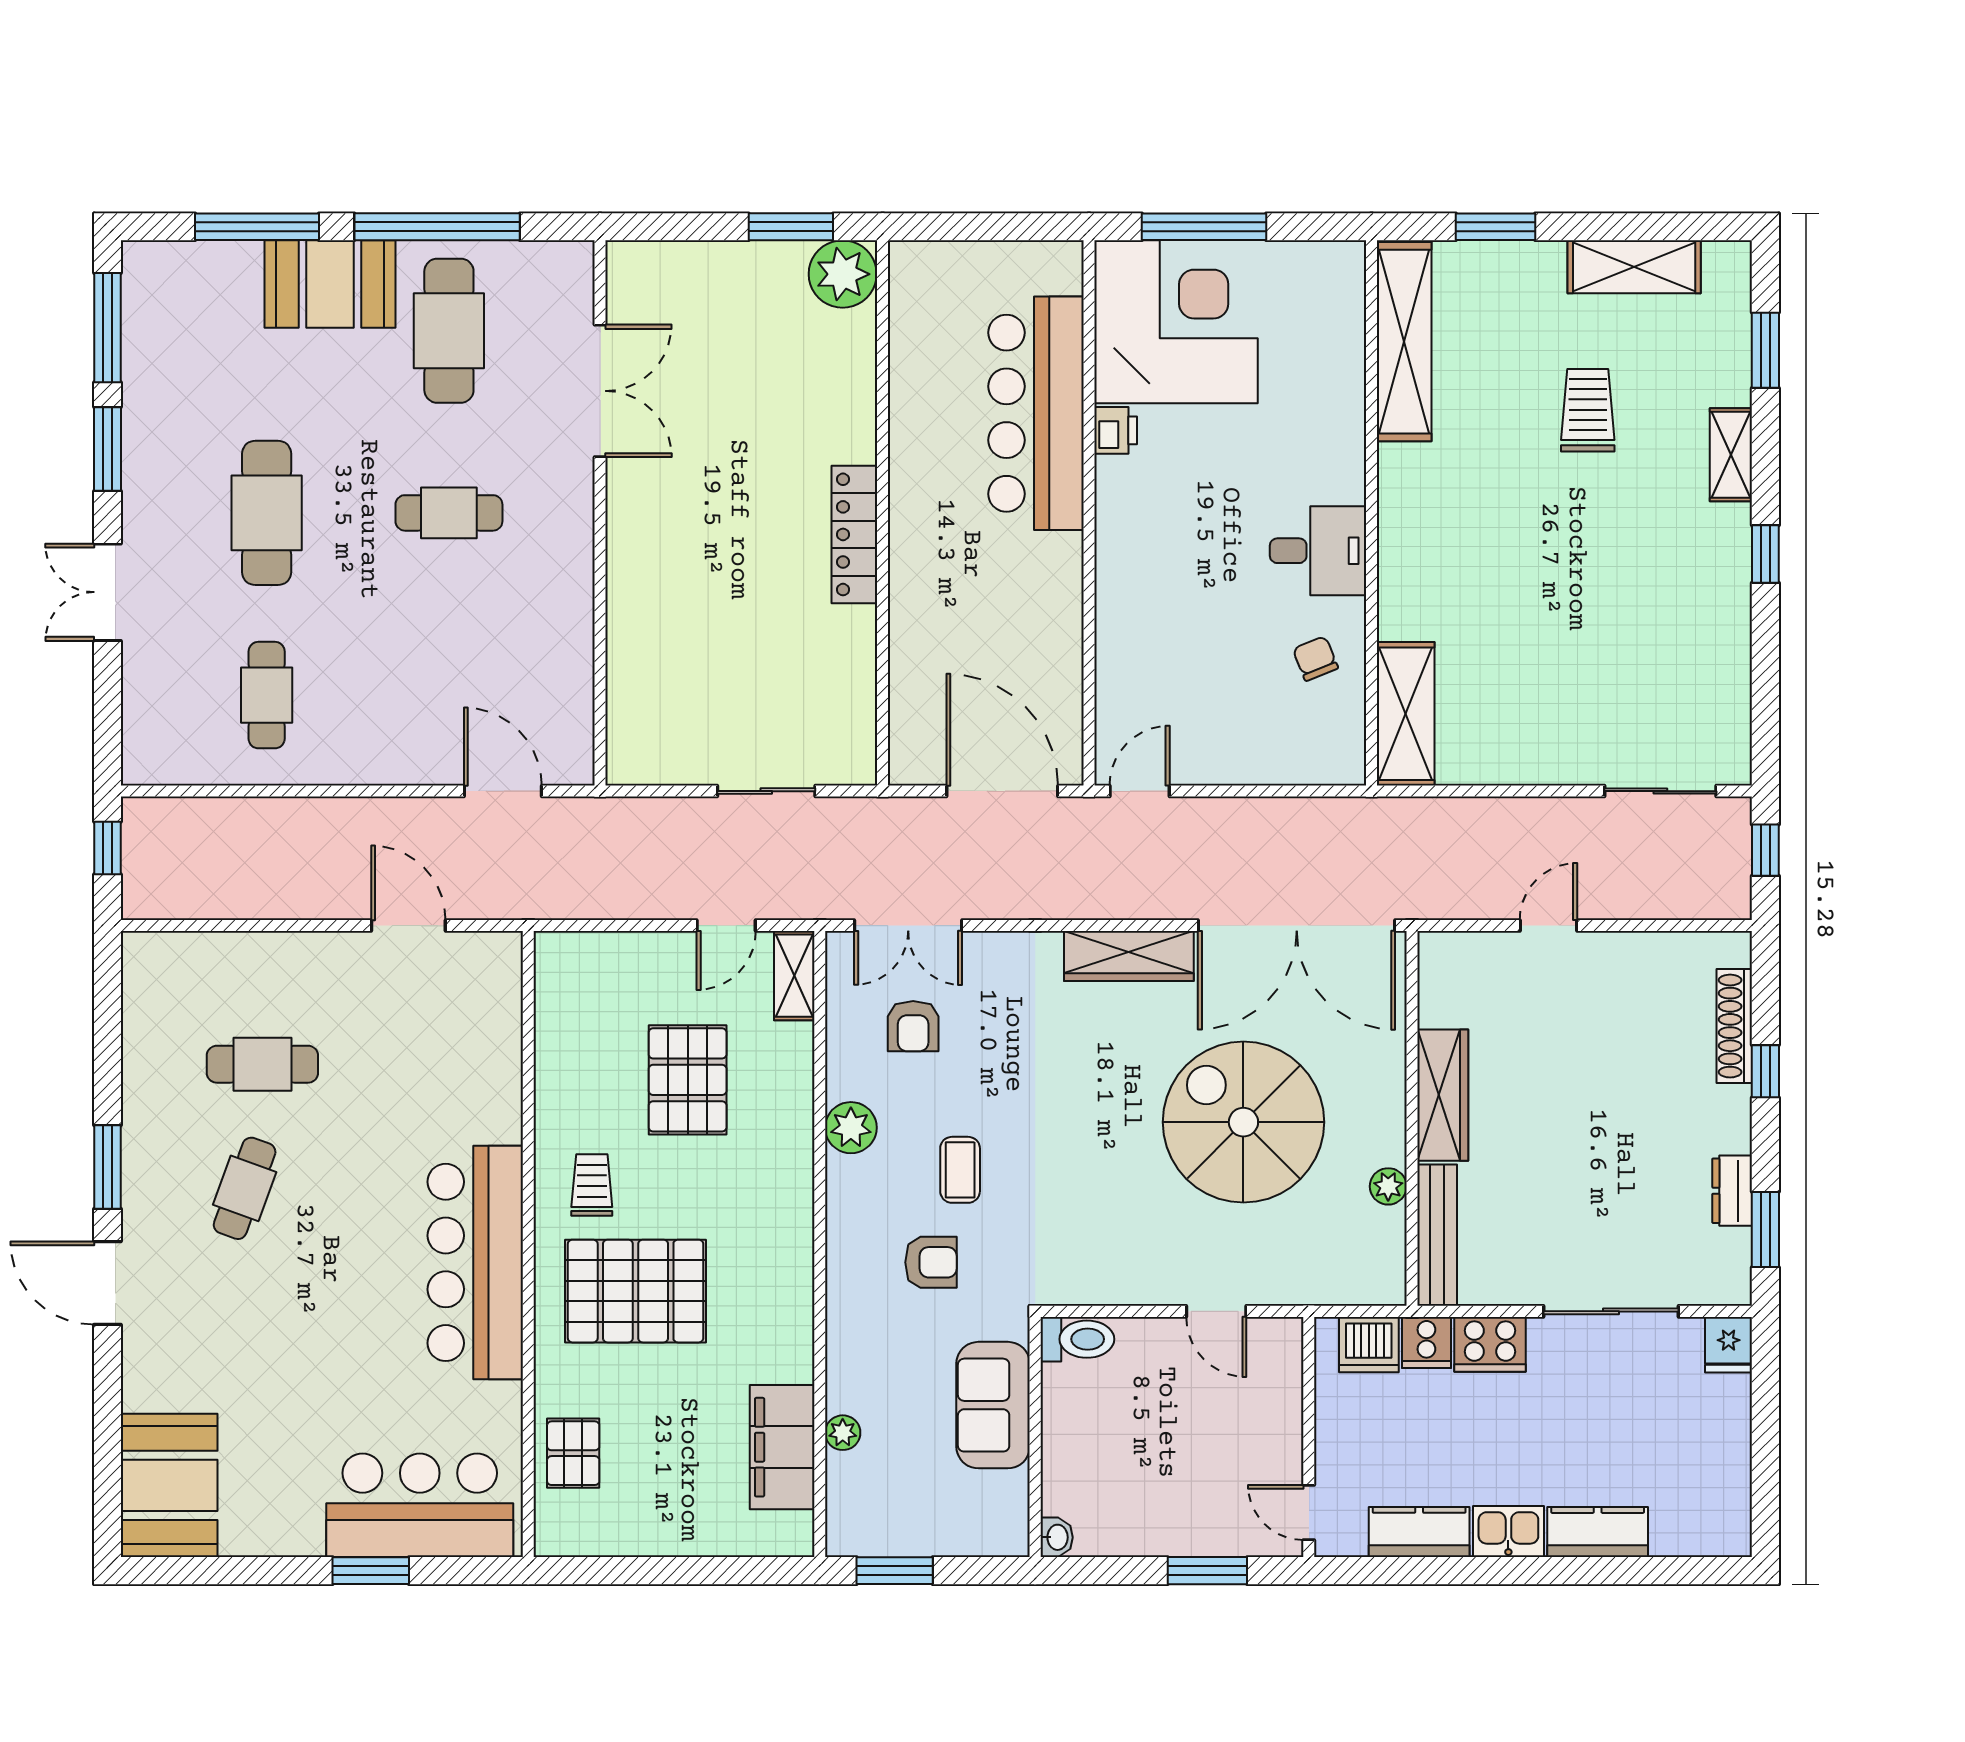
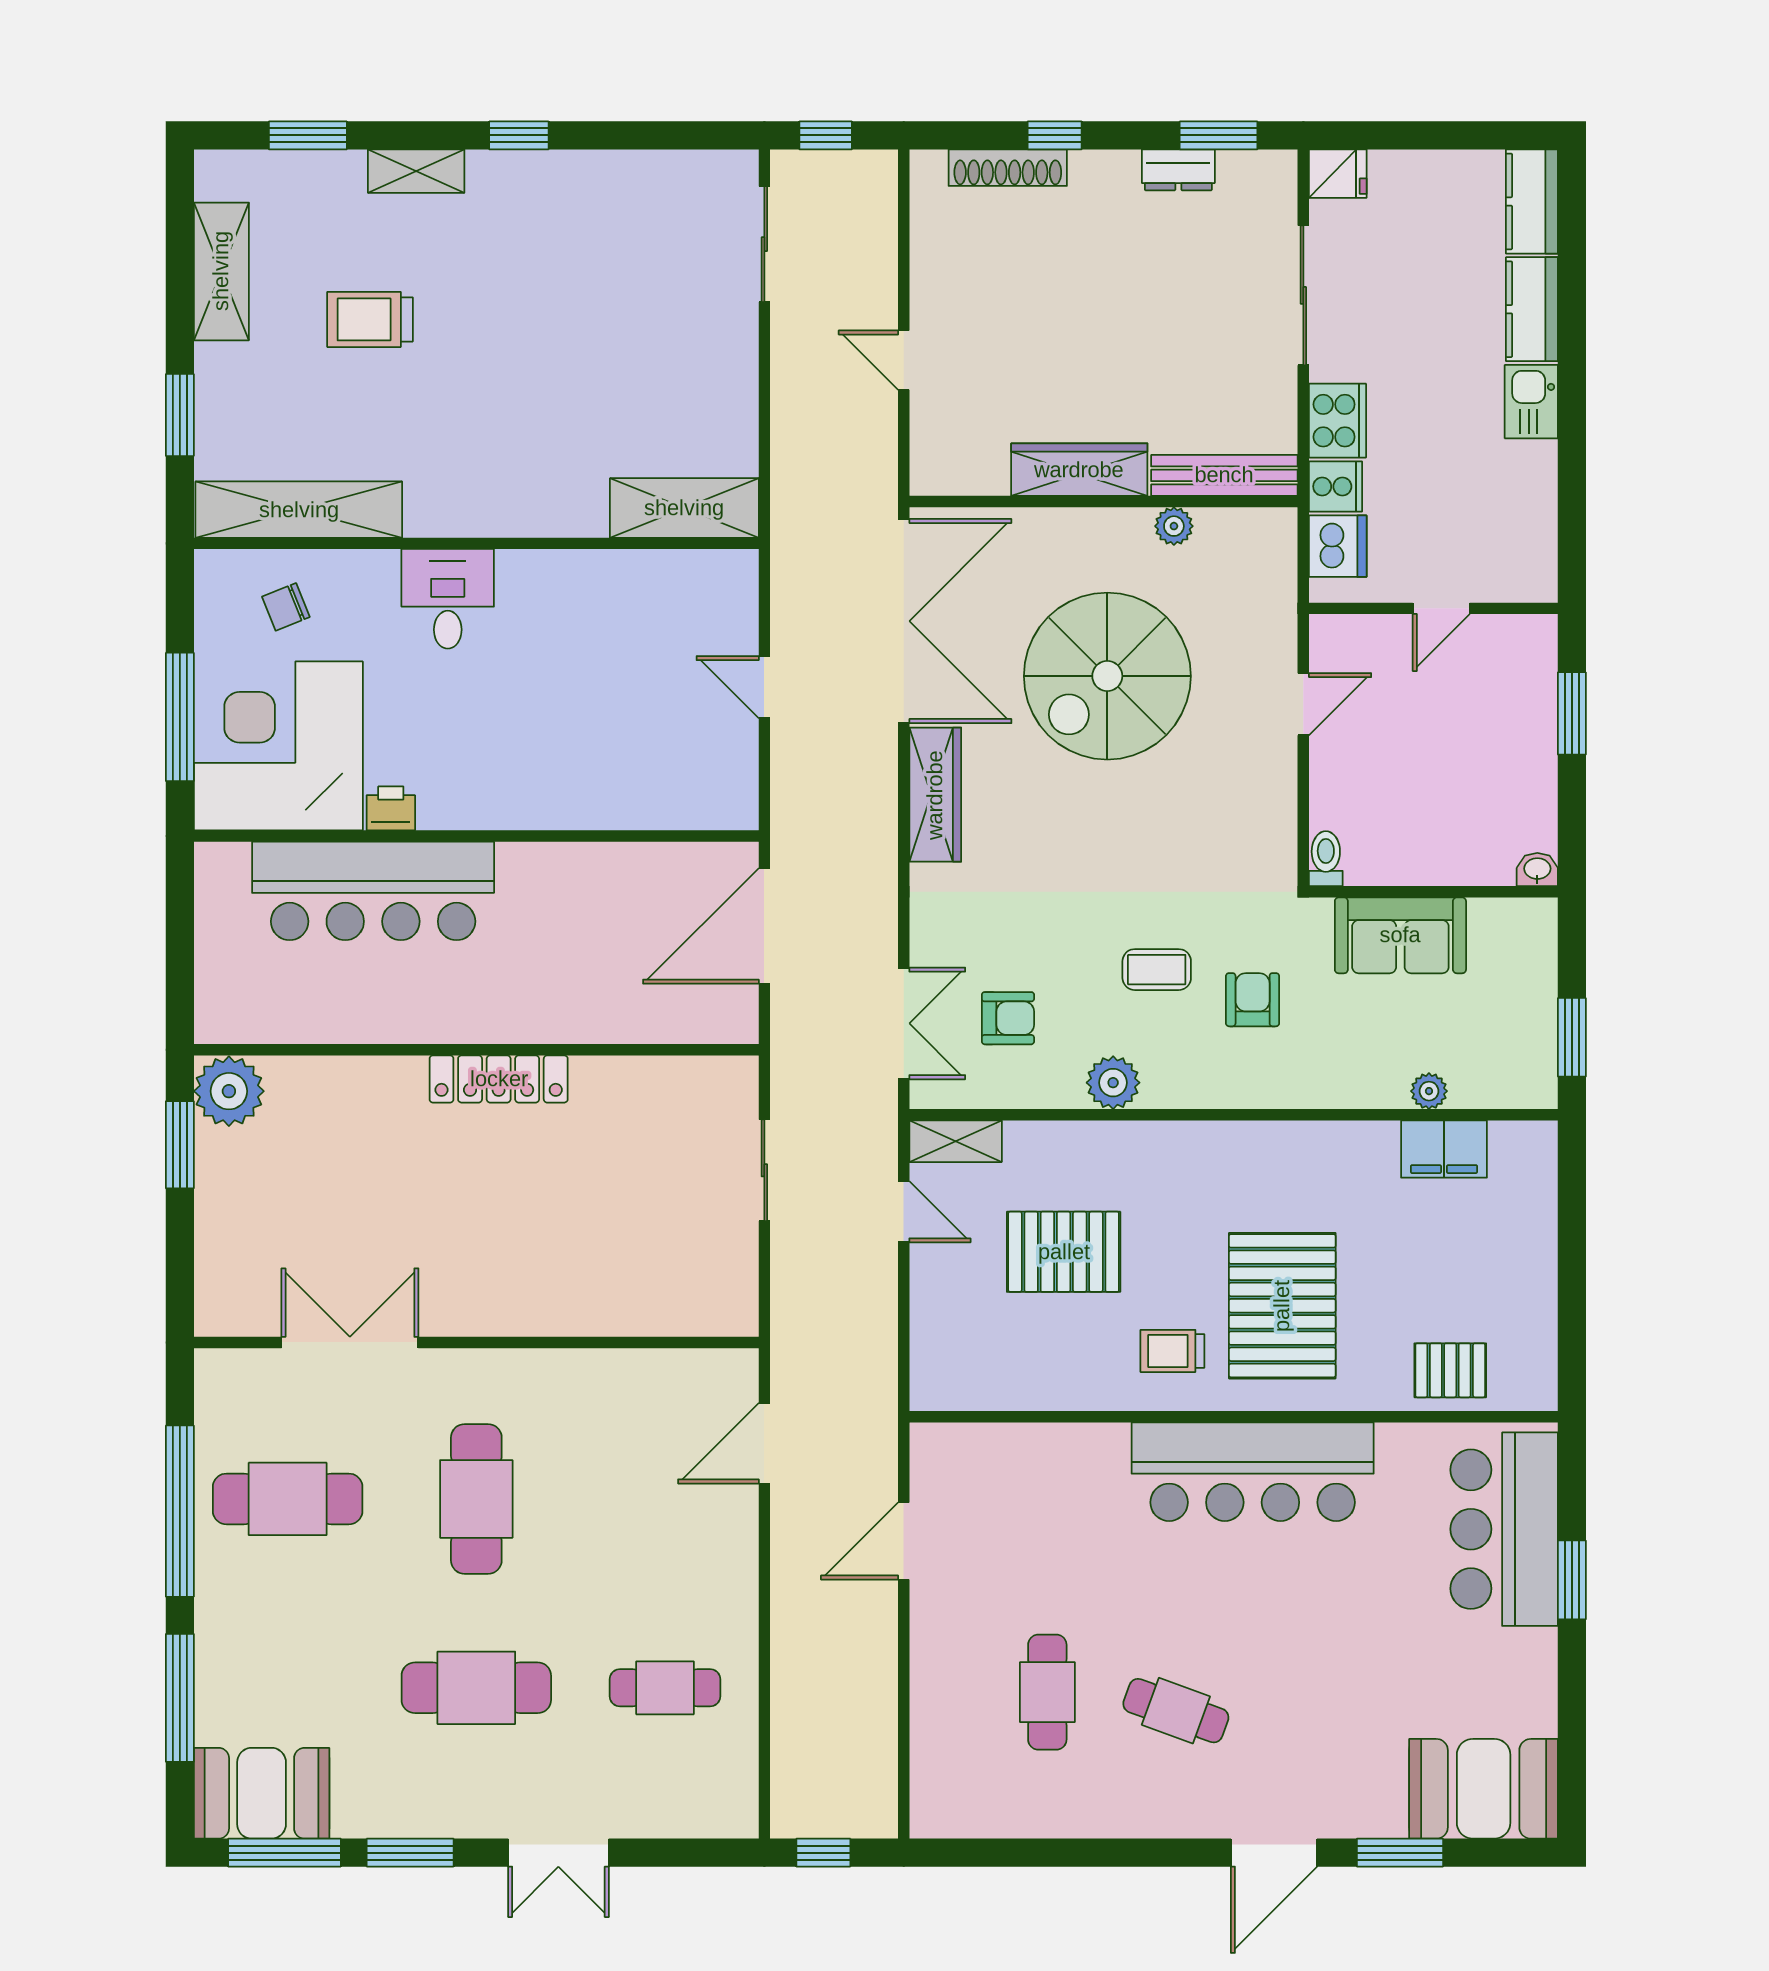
booth: (330, 284) -> (262, 1793), moved, turned 90
cafe table: (449, 513) -> (476, 1499), width x1.37, depth x1.35
desk: (1318, 551) -> (448, 599), moved
chair: (1315, 658) -> (286, 607), moved
door: (1140, 791) -> (764, 687), moved
window: (107, 1167) -> (1400, 1853), moved
toilet: (1077, 1339) -> (1326, 859), width x0.73, depth x0.72
filing cabinet: (782, 1447) -> (1444, 1149), width x0.67, depth x0.86
door: (1309, 1512) -> (1441, 608), moved
kitchen counter: (1419, 1532) -> (1532, 201), moved

